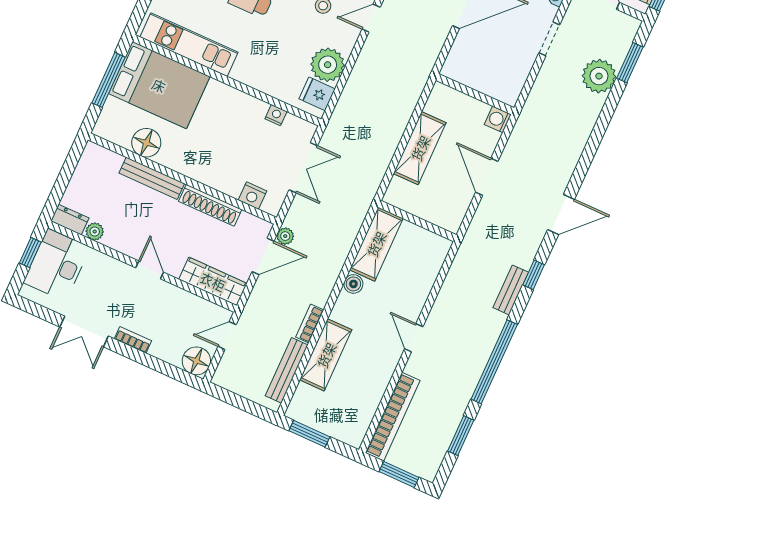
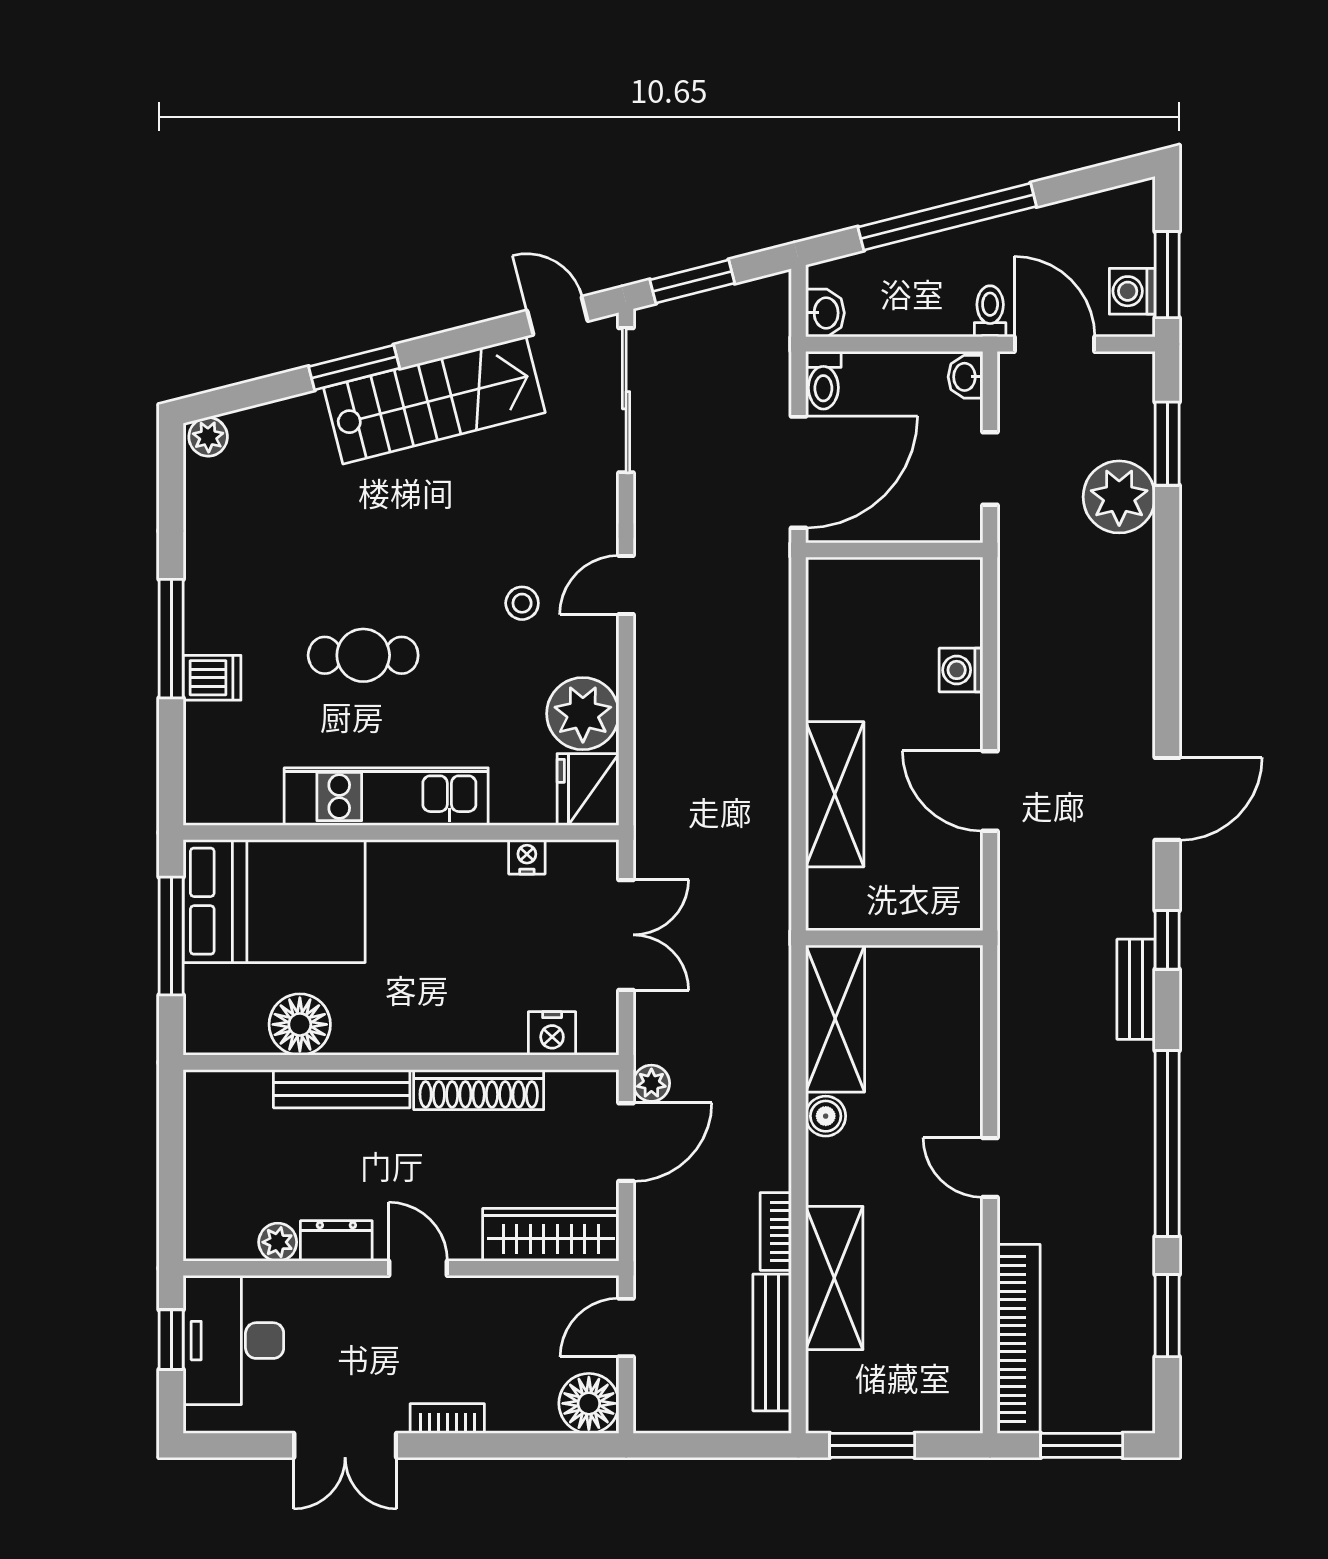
kitchen unit: (189, 45) -> (386, 797), moved
fridge: (317, 94) -> (588, 789), width x1.38
wall: (475, 94) -> (894, 550), moved
dresser: (70, 220) -> (336, 1241), moved

